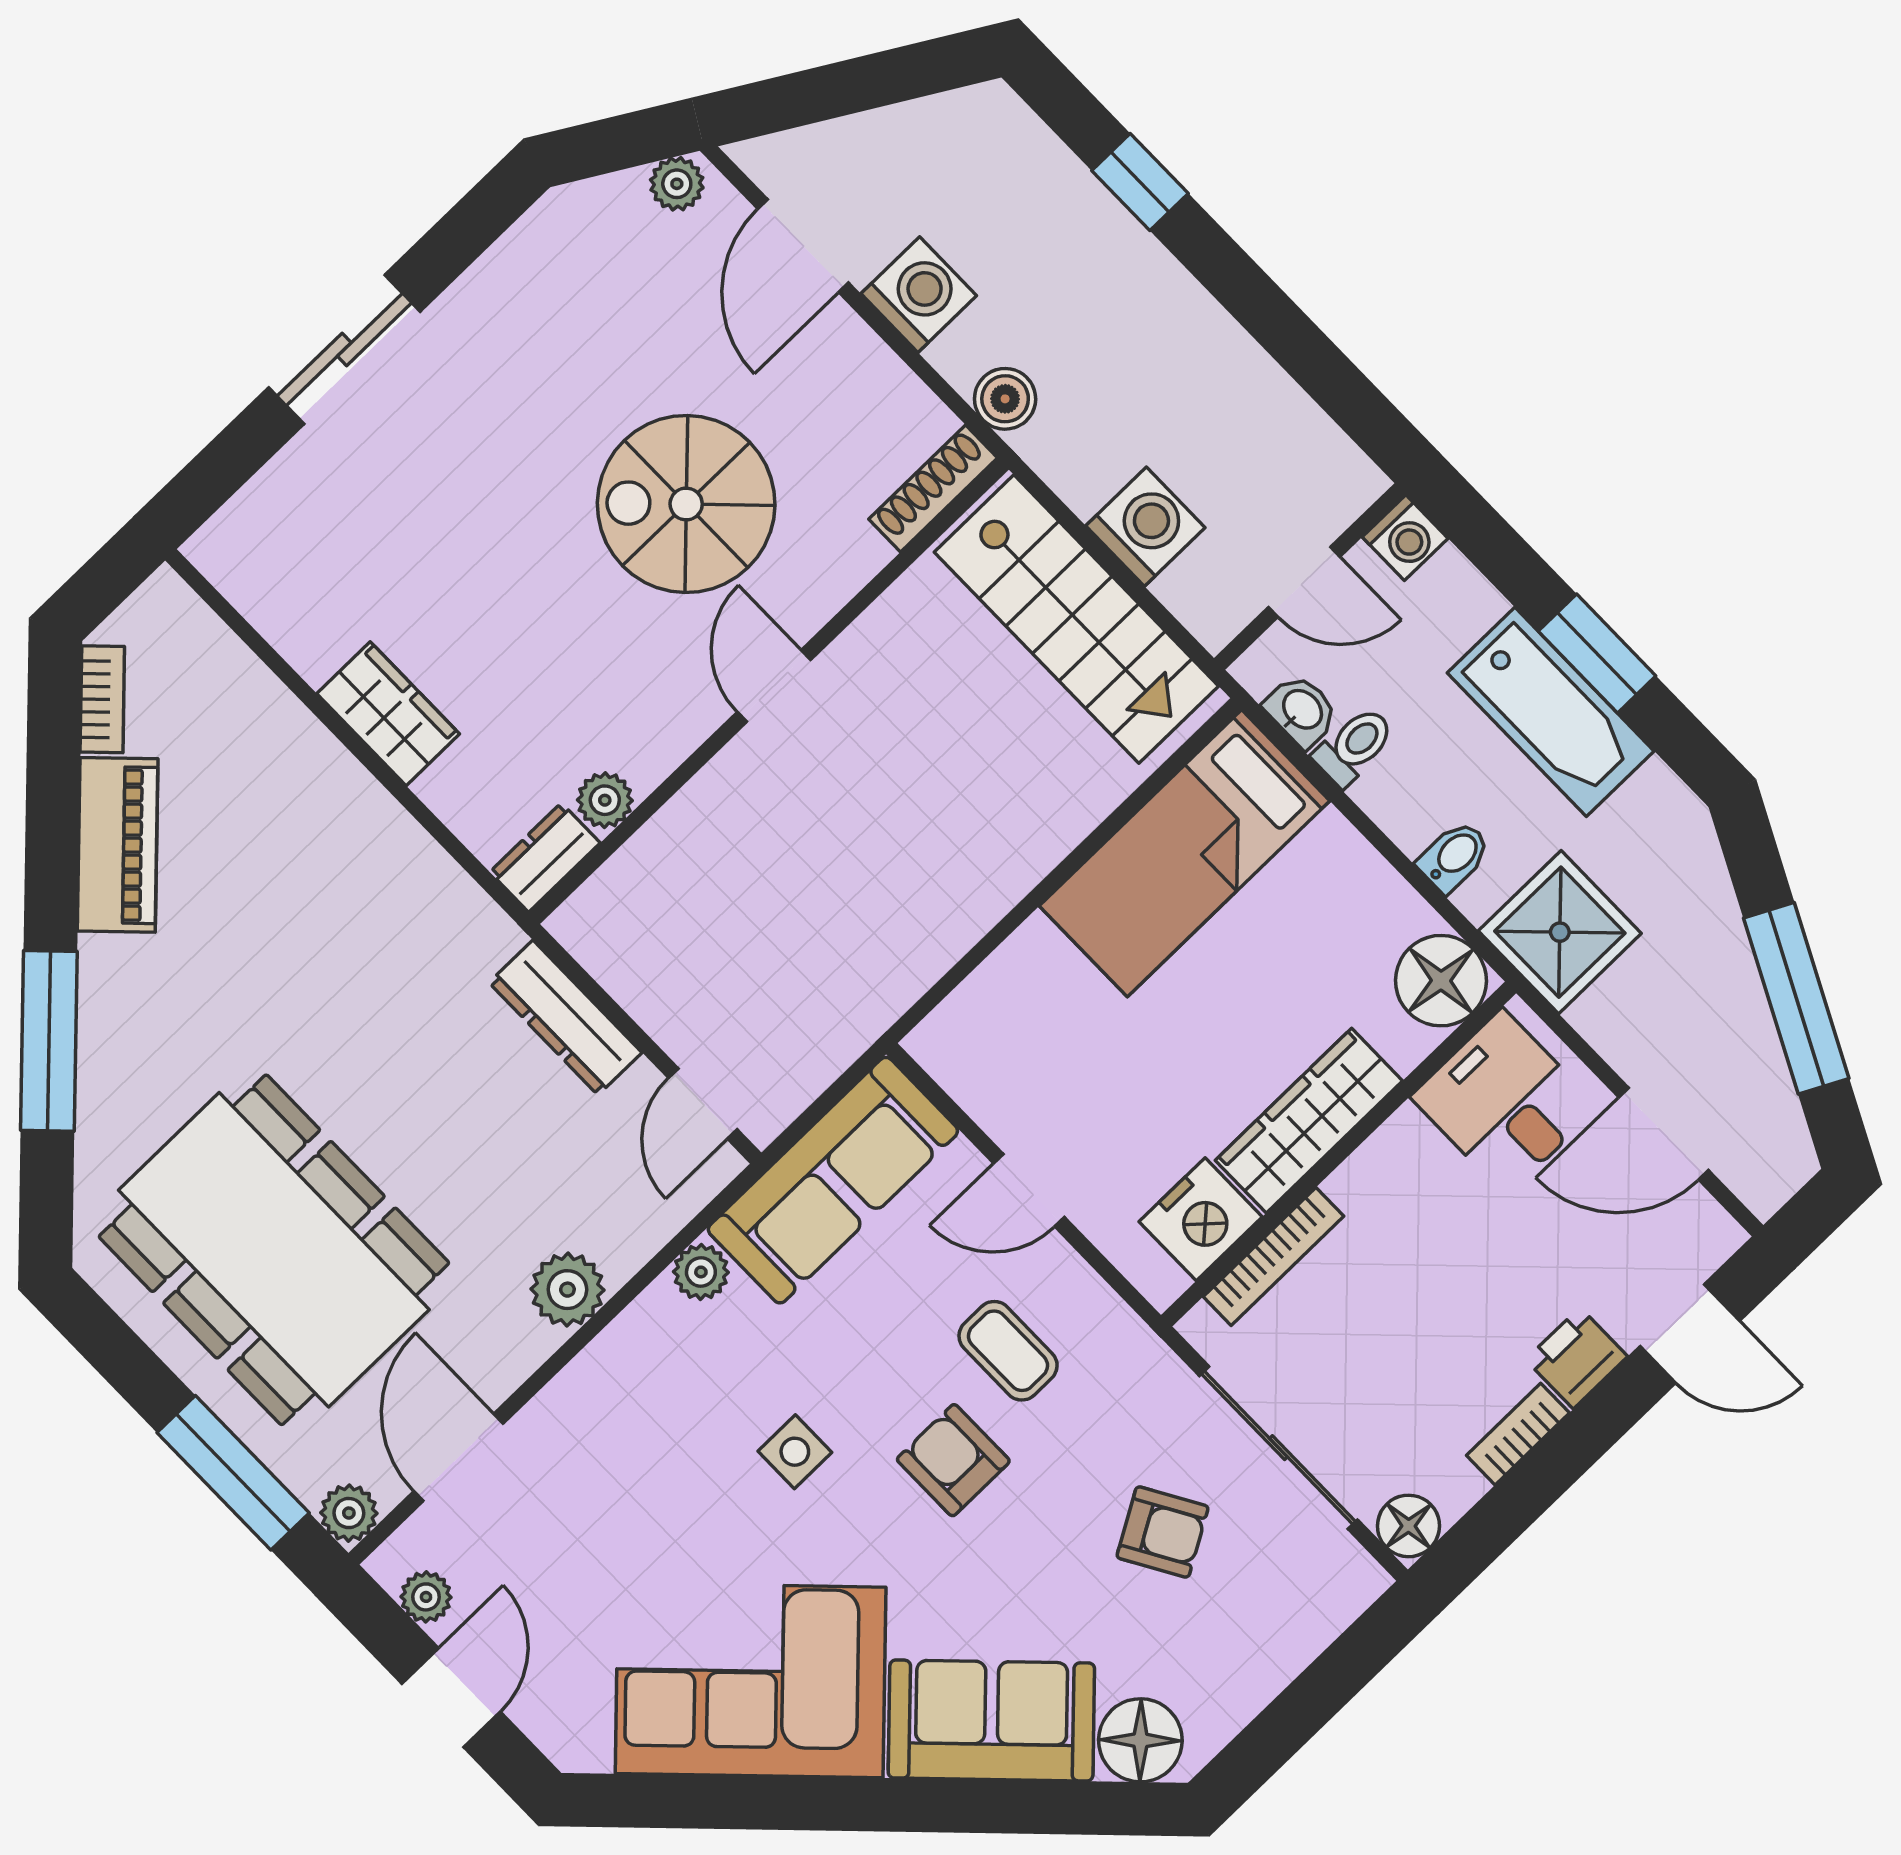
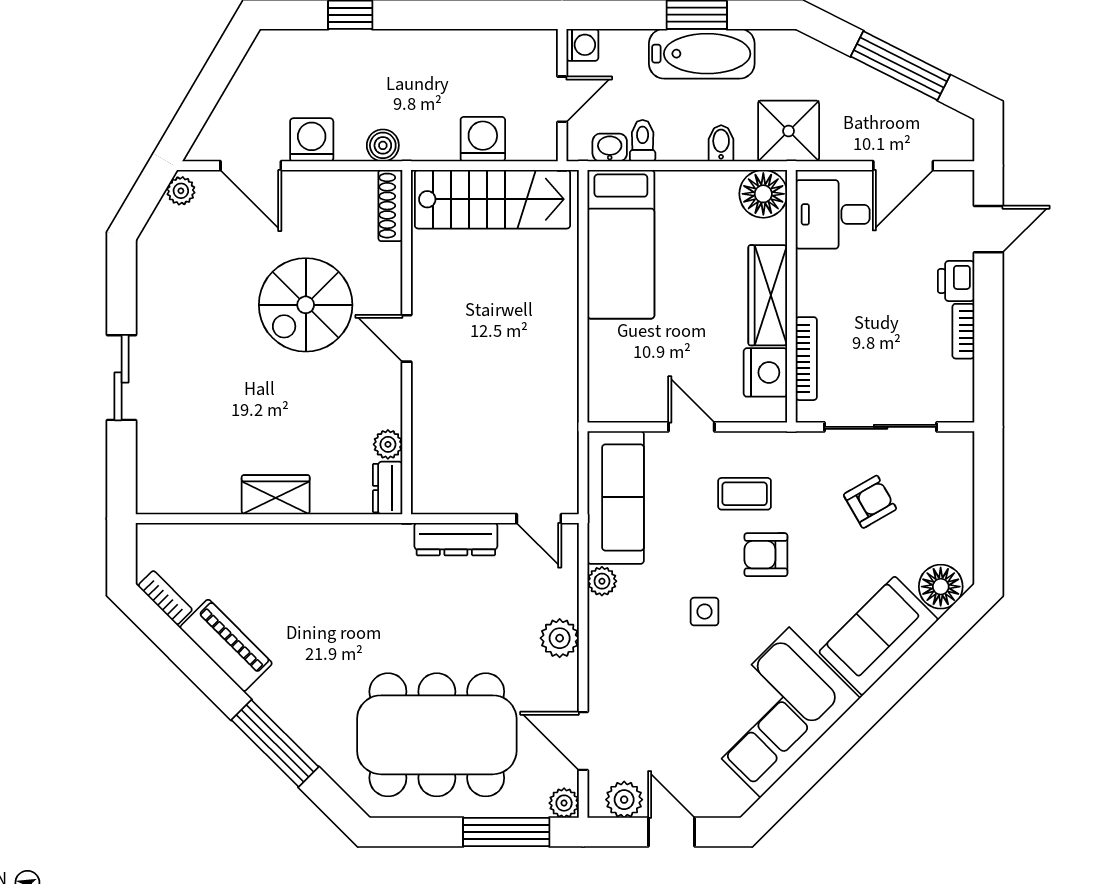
door: (1029, 1190) -> (691, 427), swing flipped
floor lamp: (1409, 1526) -> (958, 406), removed
plant: (426, 1597) -> (624, 800), width x1.38, depth x1.38

